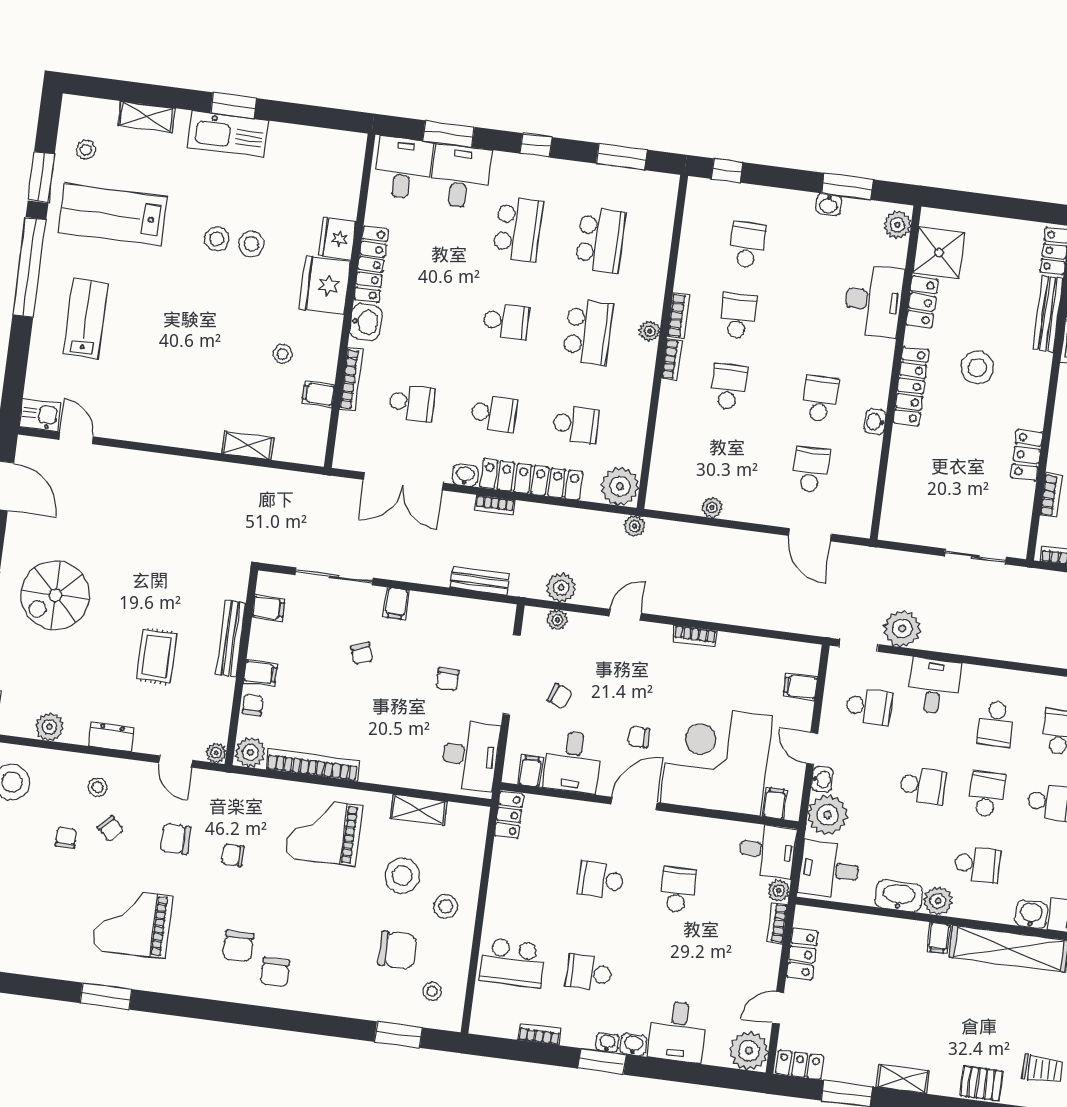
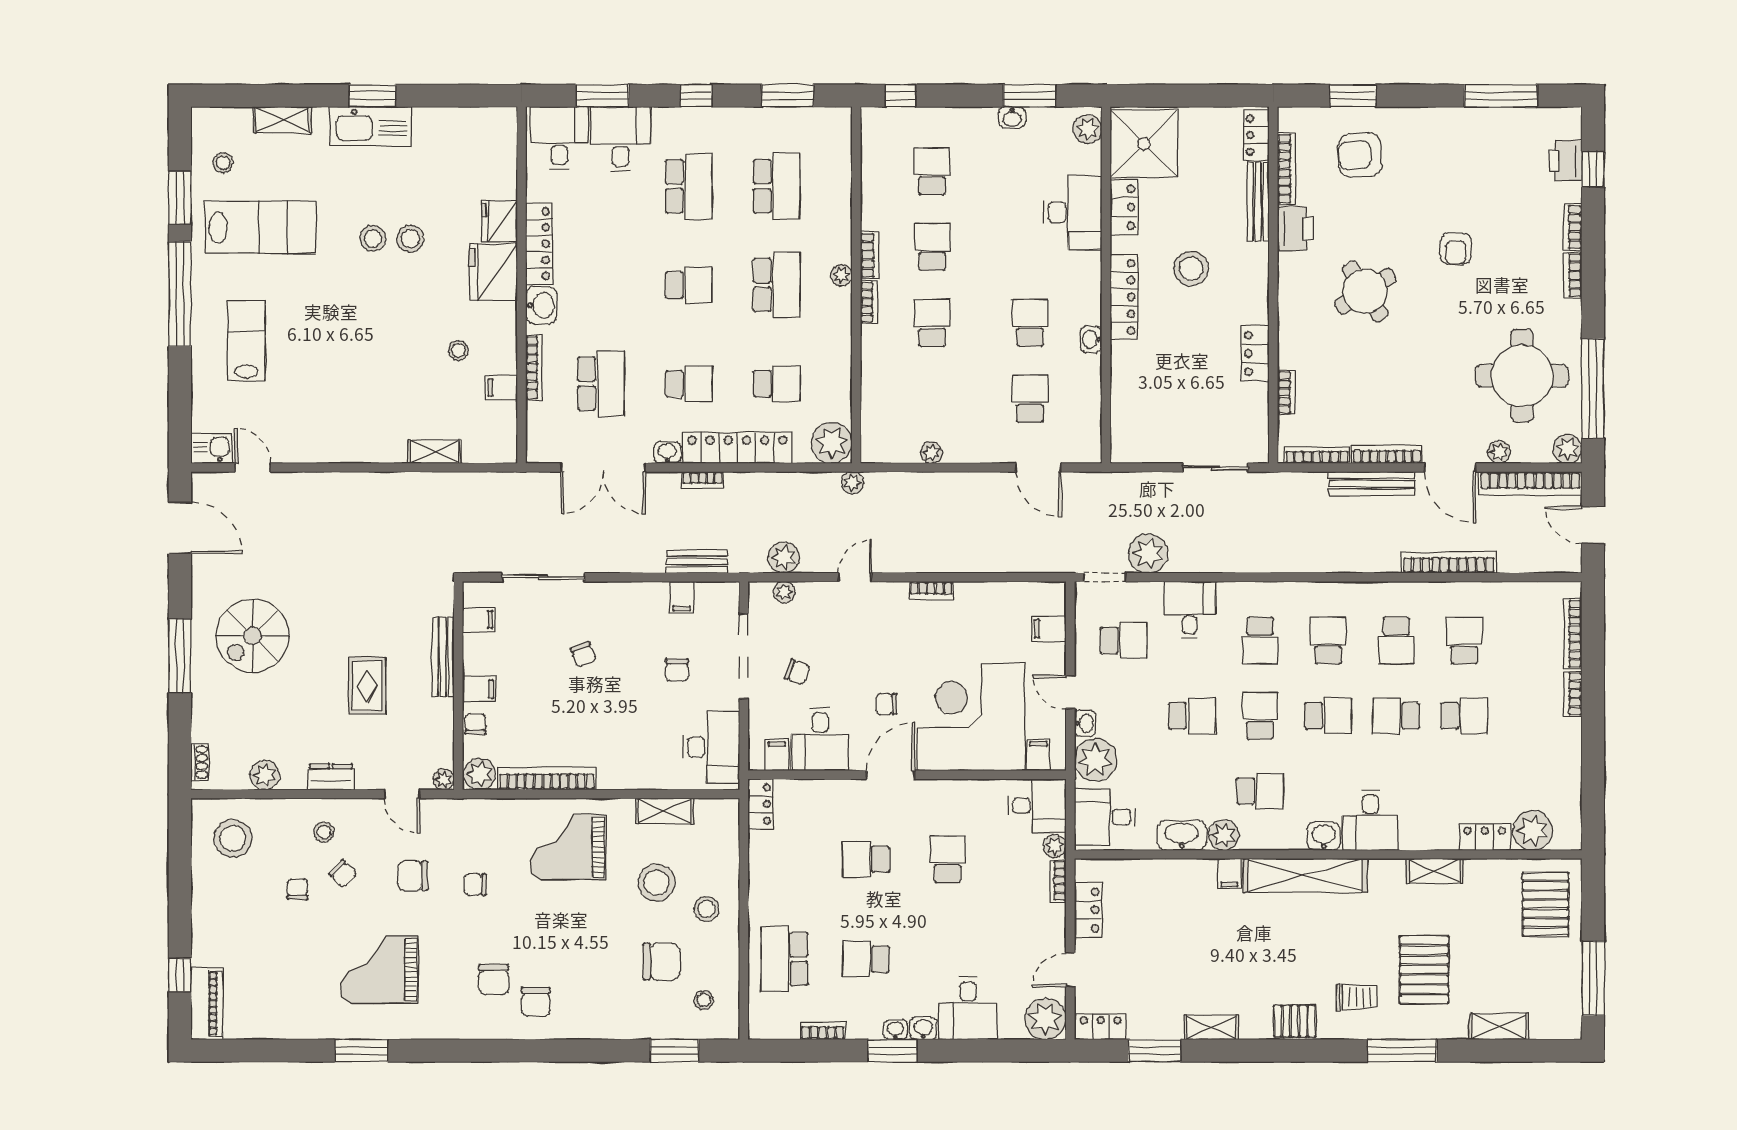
lab bench: (113, 215) -> (260, 227), turned 180
shower: (939, 253) -> (1144, 144), width x1.37, depth x1.37
school desk: (412, 403) -> (601, 384), width x1.85
filing cabinet: (396, 604) -> (682, 597), moved
school desk: (512, 963) -> (785, 959), turned 90

